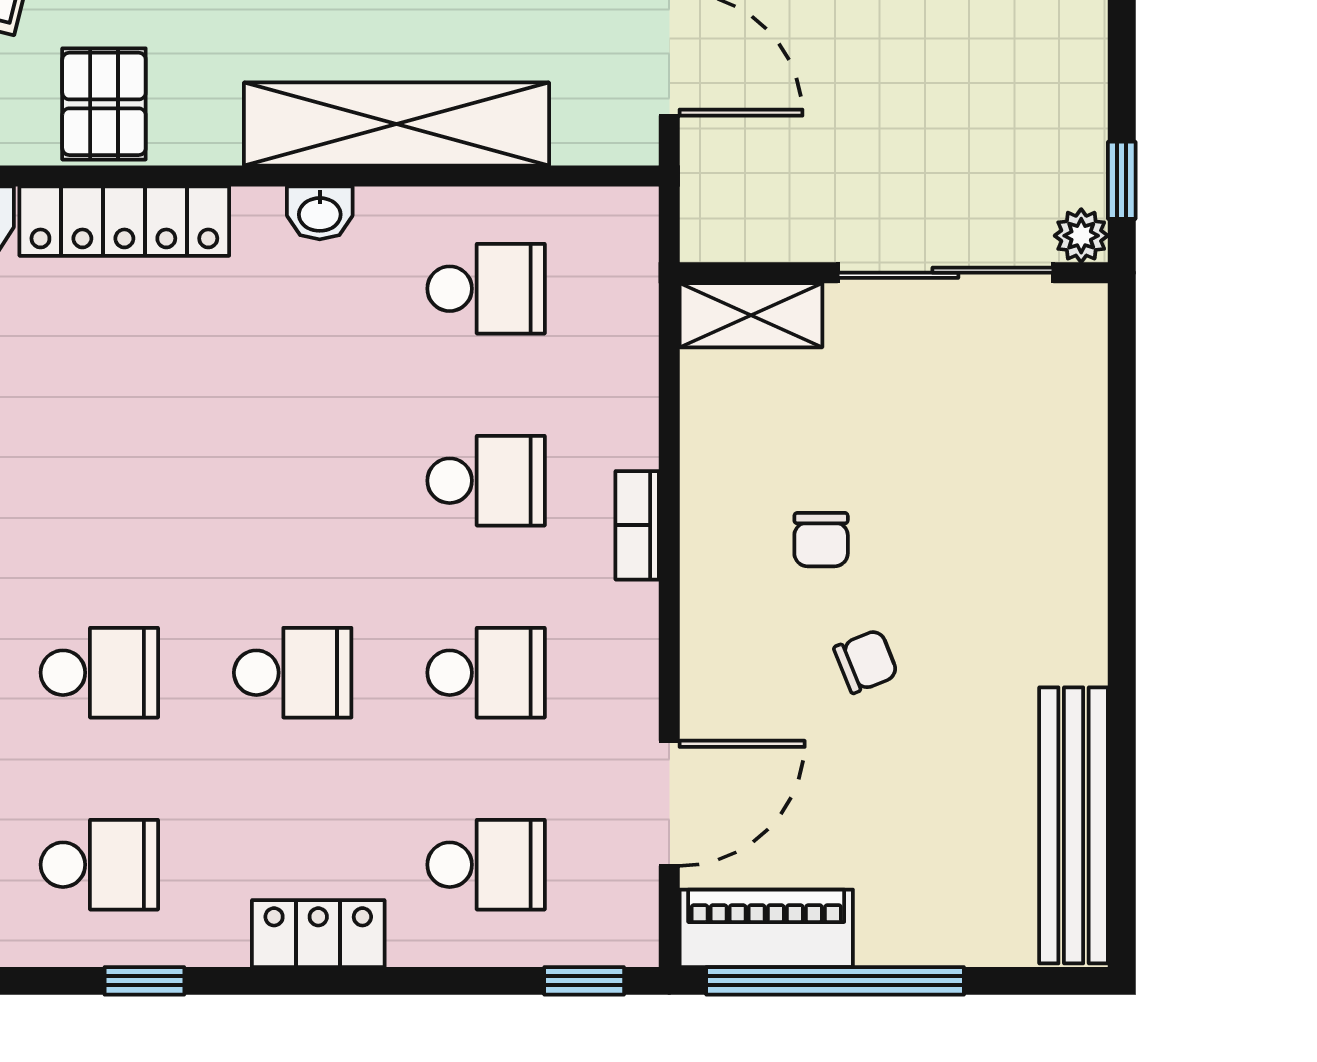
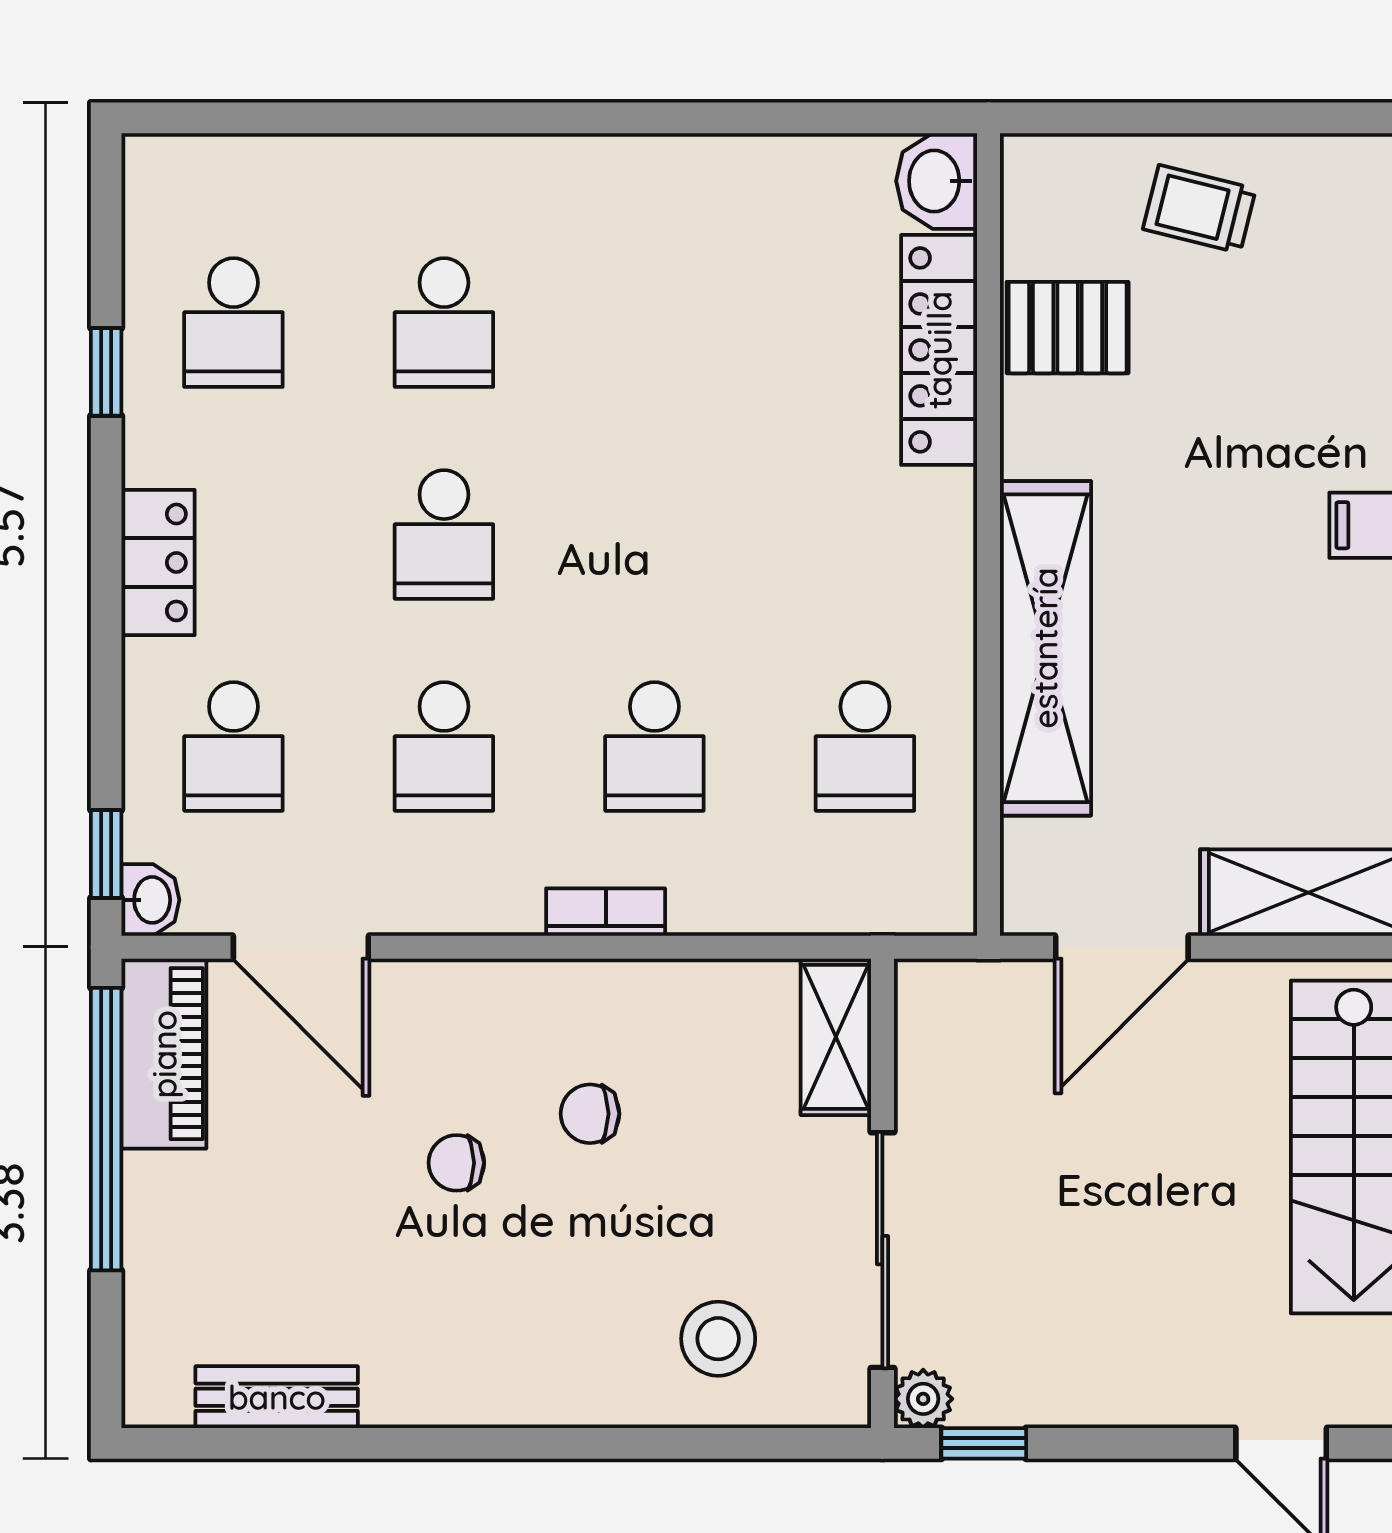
washbasin: (320, 213) -> (150, 900), moved, turned 180
stool: (1026, 423) -> (718, 1339), added
chair: (866, 661) -> (456, 1163), turned 112
bench: (1074, 825) -> (277, 1397), width x0.54, depth x0.82

